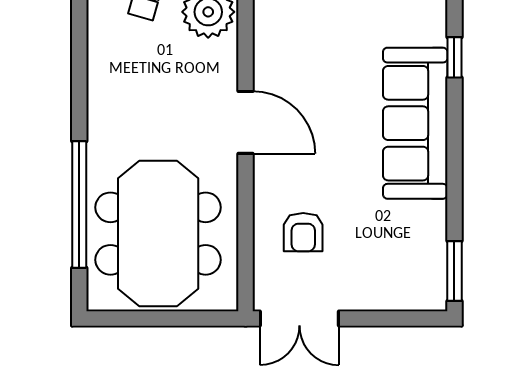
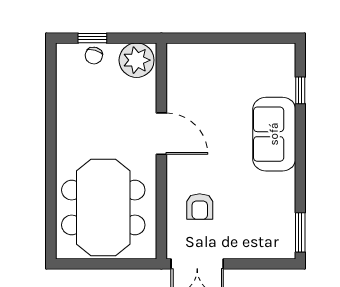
sofa: (415, 123) -> (274, 134), width x0.73
window: (79, 205) -> (51, 188), removed

